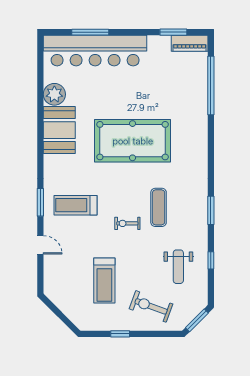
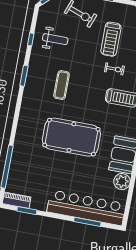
exercise bike: (127, 223) -> (114, 69), moved
weight bench: (178, 267) -> (55, 39), turned 90
treadmill: (104, 281) -> (111, 39), turned 180

